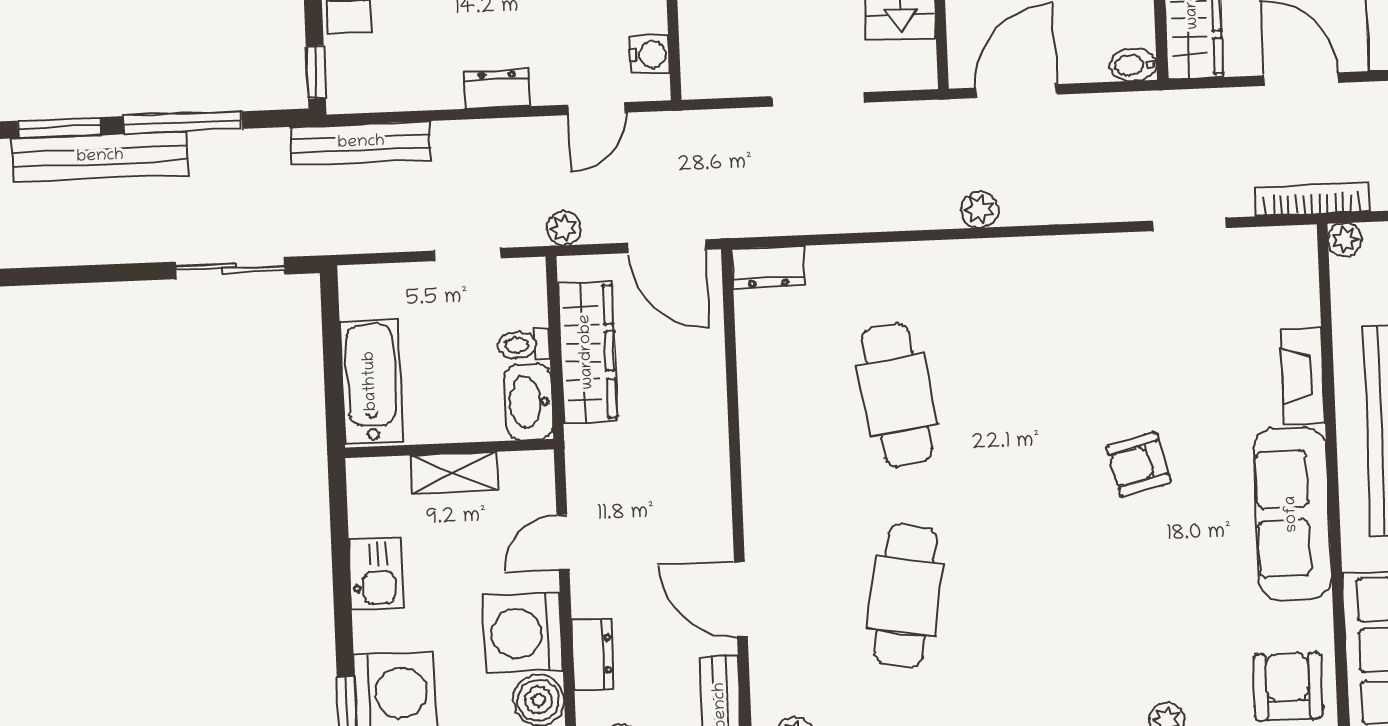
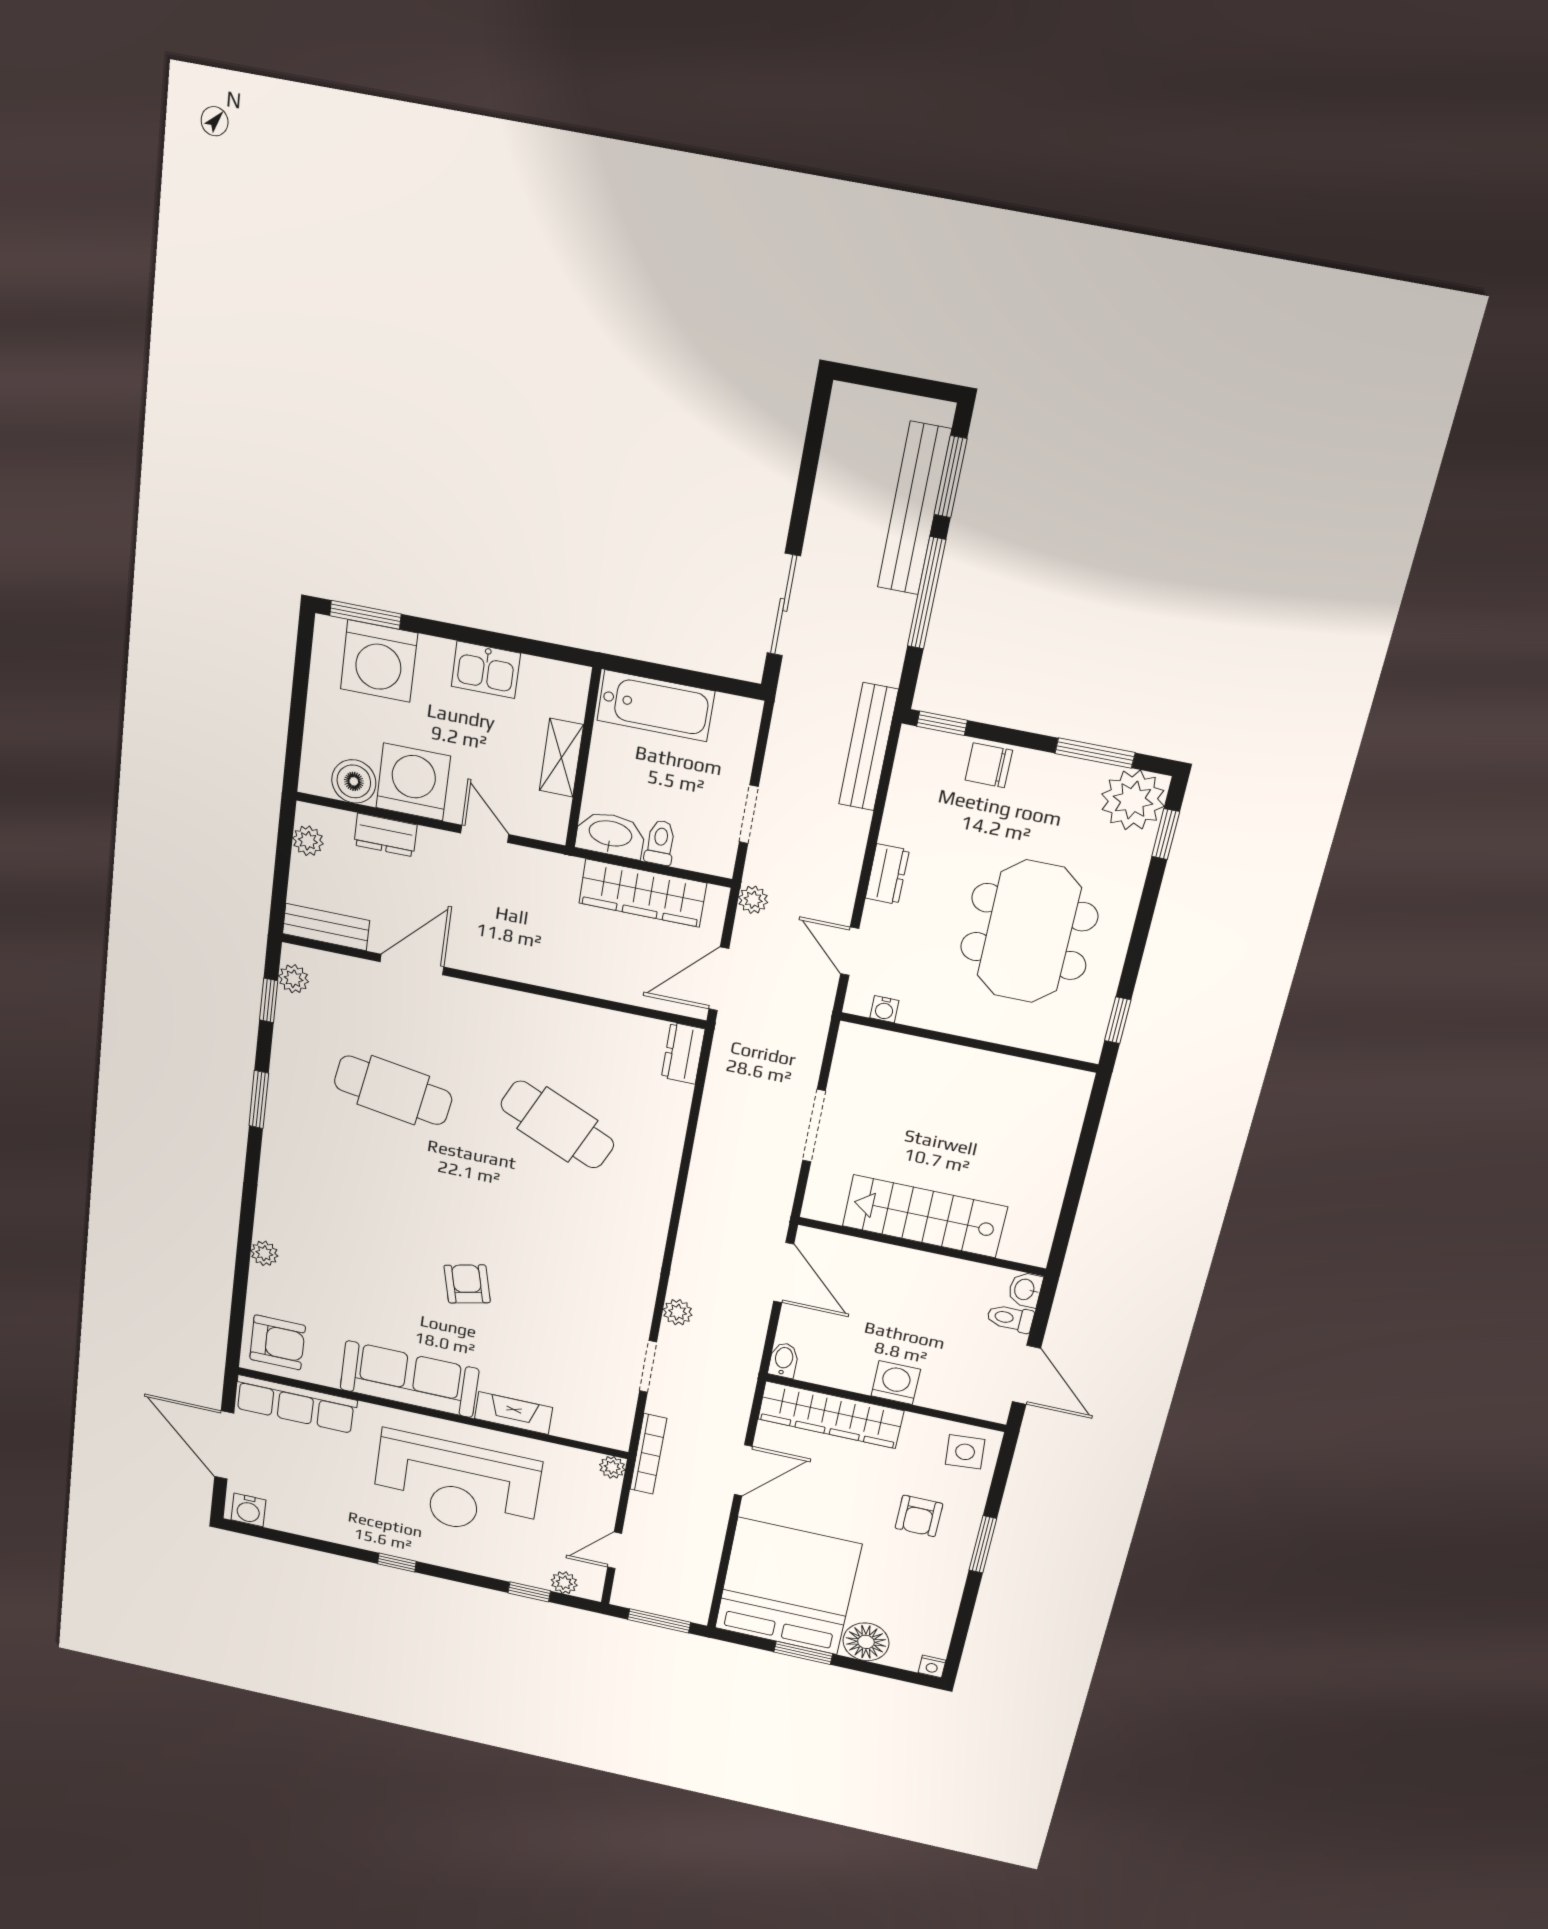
water cooler: (649, 54) -> (884, 1009), width x0.72, depth x0.72
plant: (979, 210) -> (678, 1312), moved
cafe table: (897, 395) -> (557, 1125), turned 33

